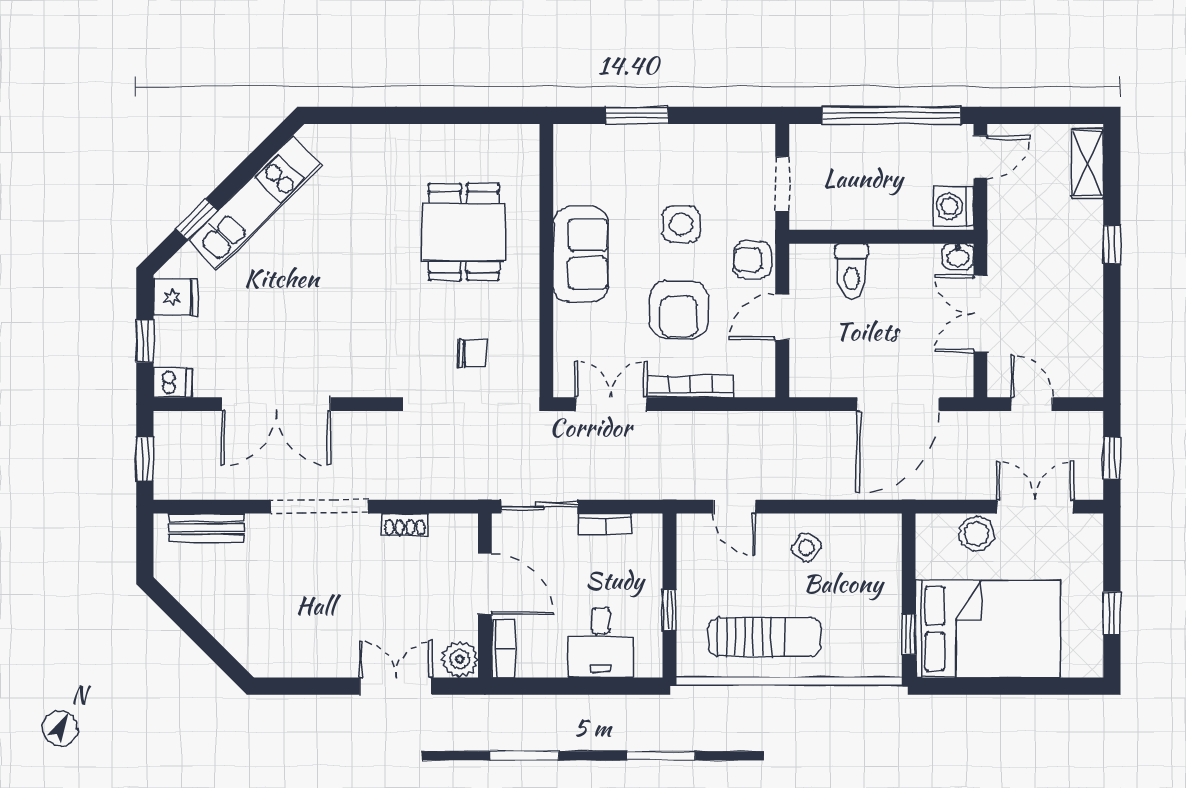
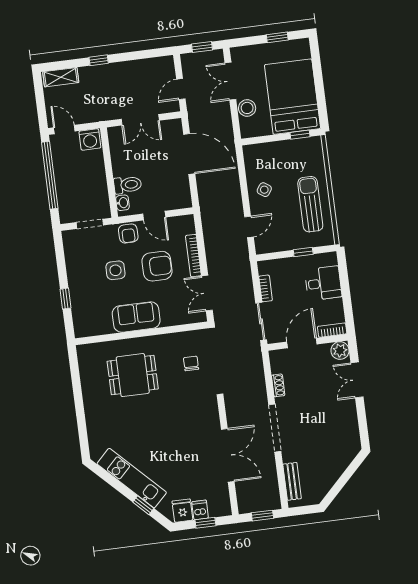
window: (637, 115) -> (66, 299), width x0.67
washbasin: (958, 256) -> (123, 203), moved
dishwasher: (172, 383) -> (200, 510), moved

